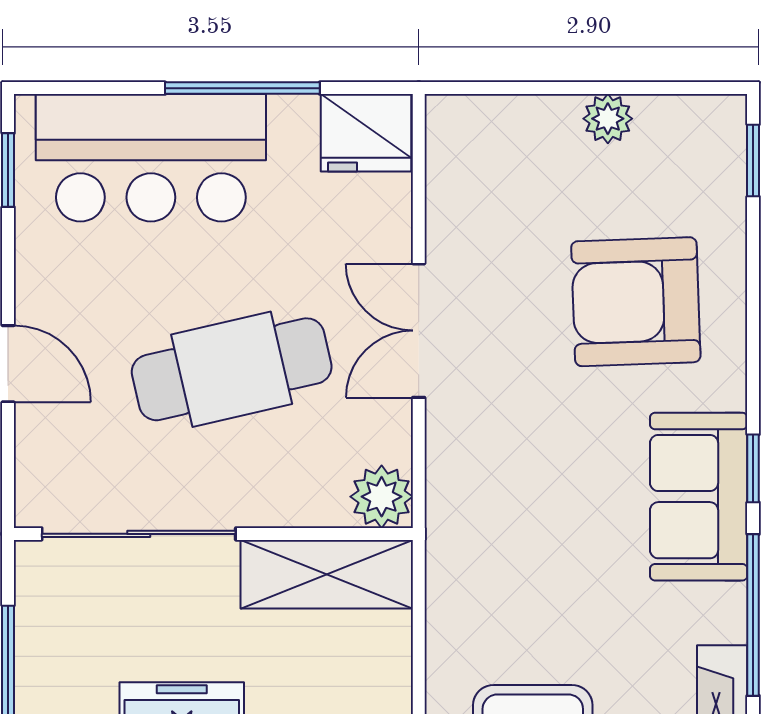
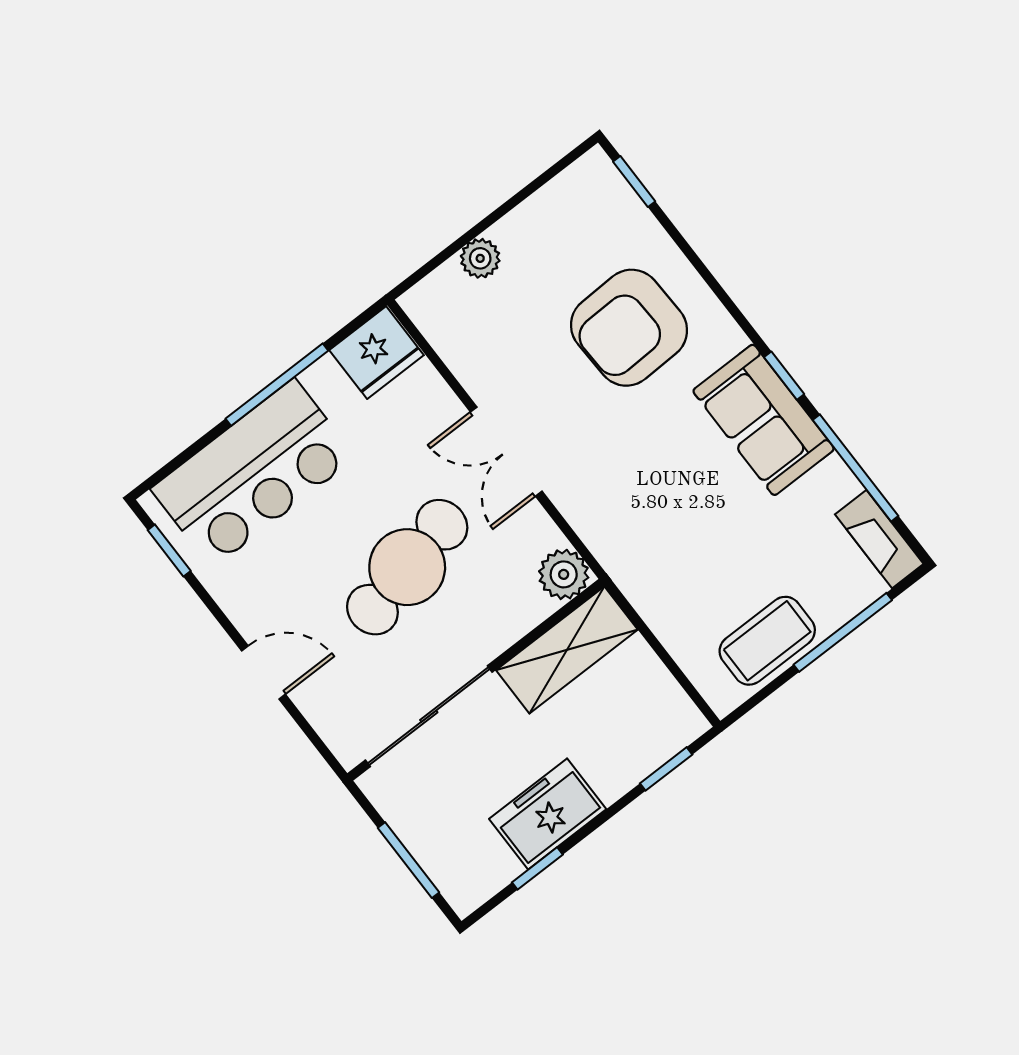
plant: (608, 119) -> (480, 258), moved

